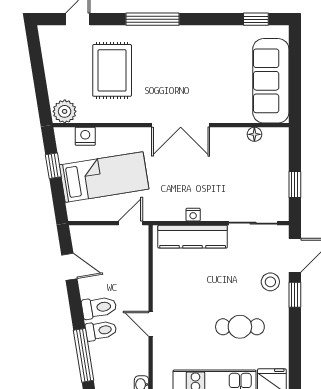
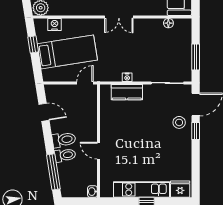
double door: (181, 125) -> (119, 17), width x0.73
window: (295, 185) -> (196, 57), width x1.50
kitchen counter: (193, 237) -> (127, 92), width x0.67
cafe table: (240, 327) -> (159, 153), removed

